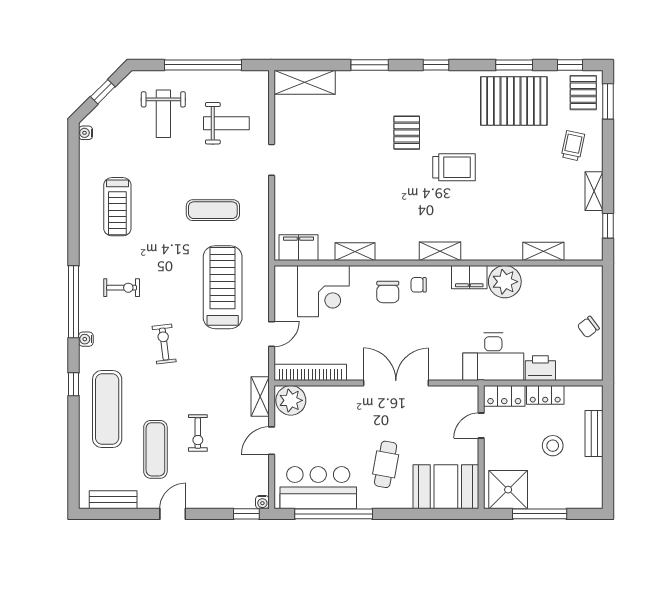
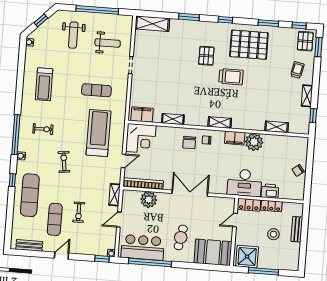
pallet: (514, 101) -> (249, 45), moved
corner desk: (323, 291) -> (141, 138), moved
plant: (291, 400) -> (149, 200), moved

